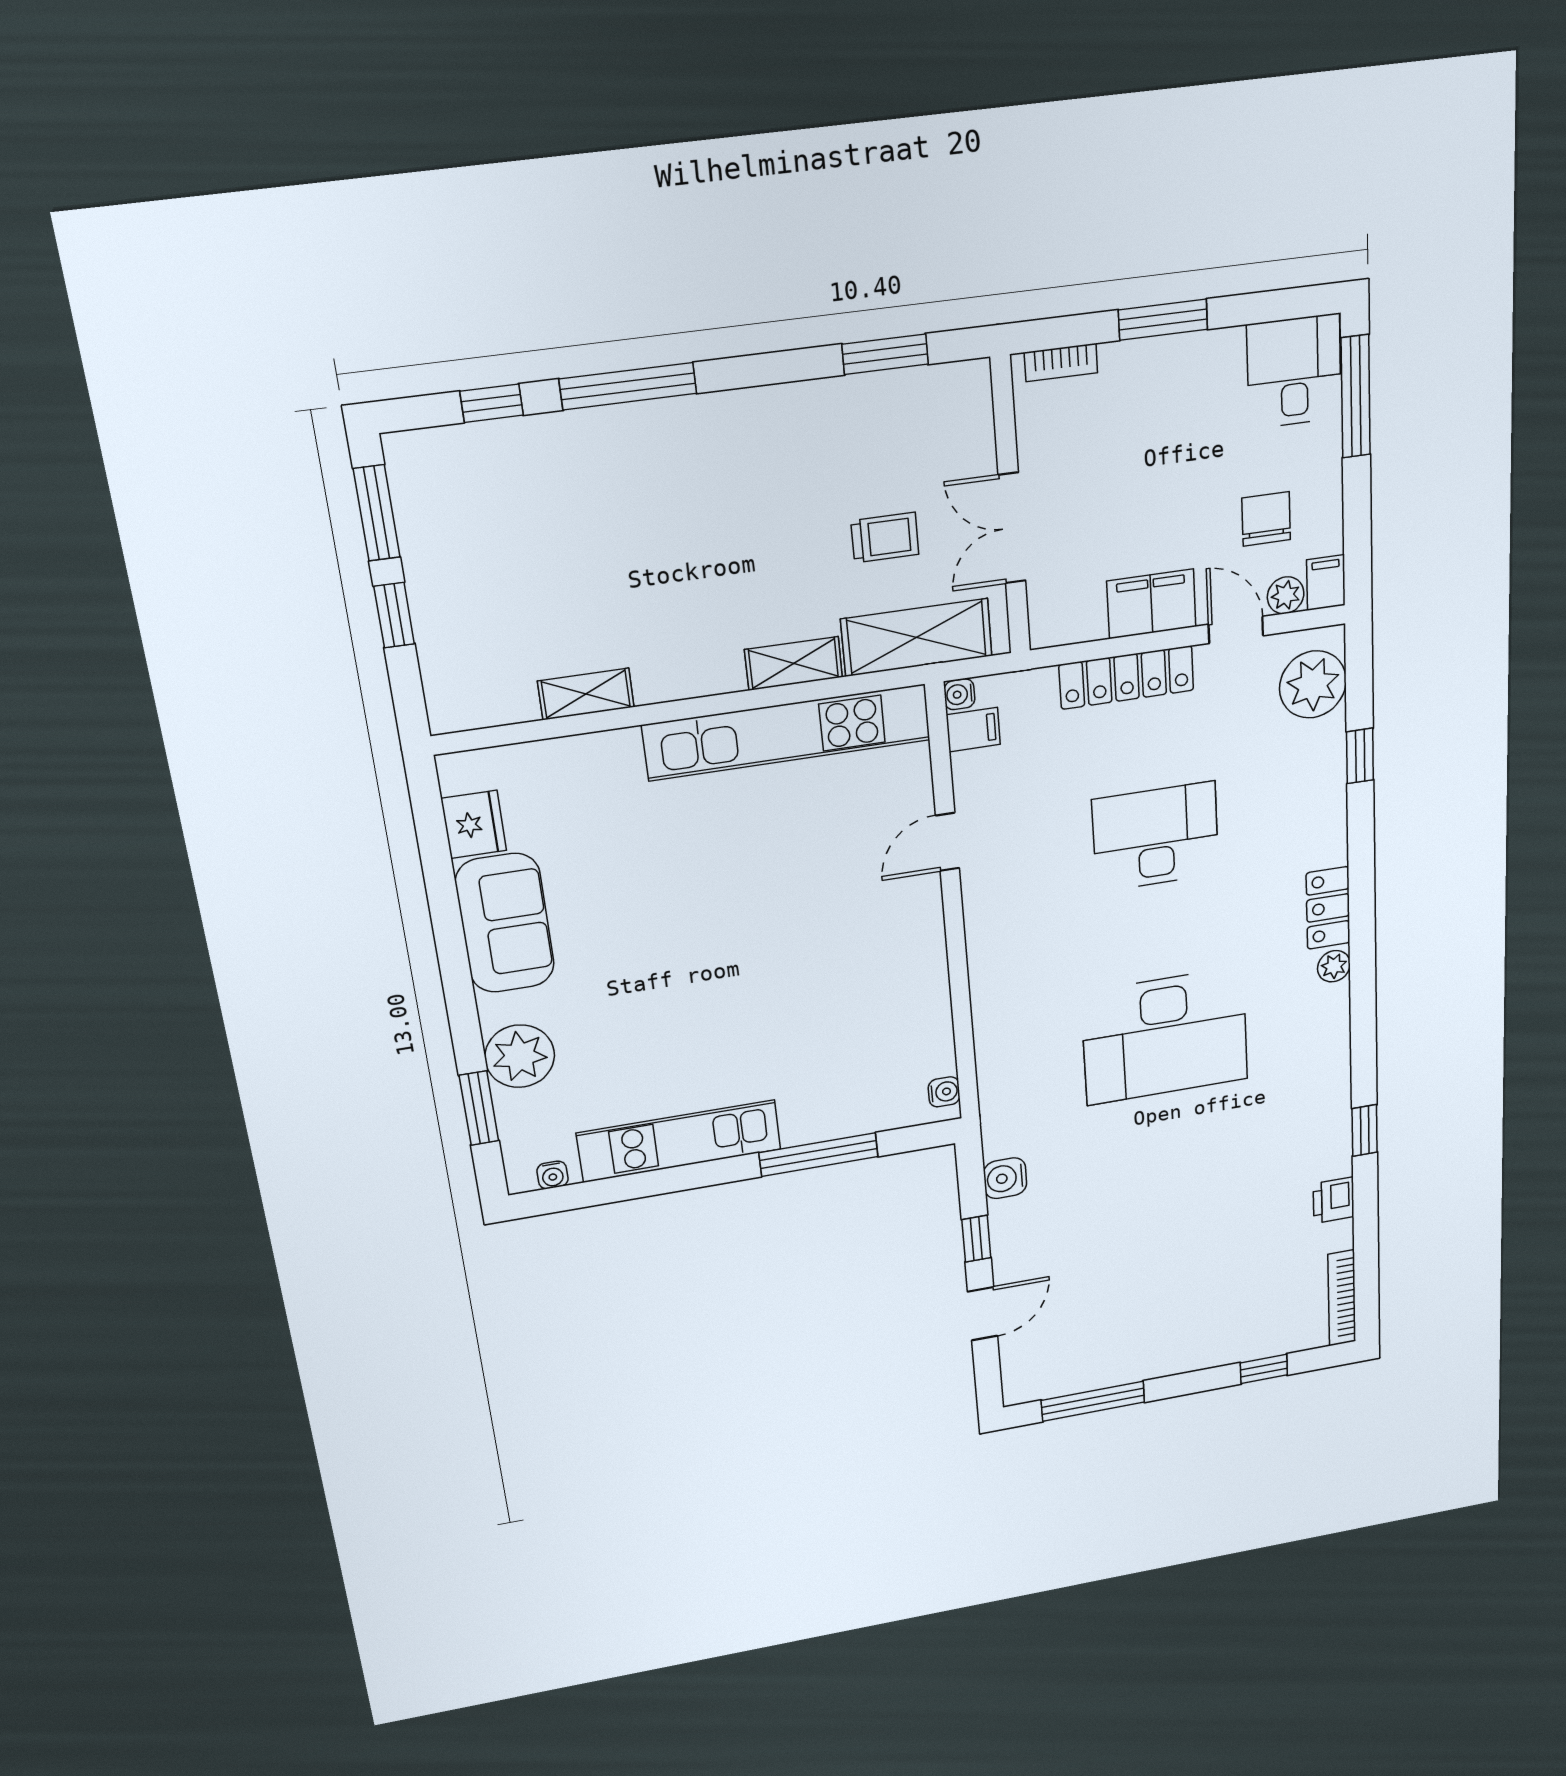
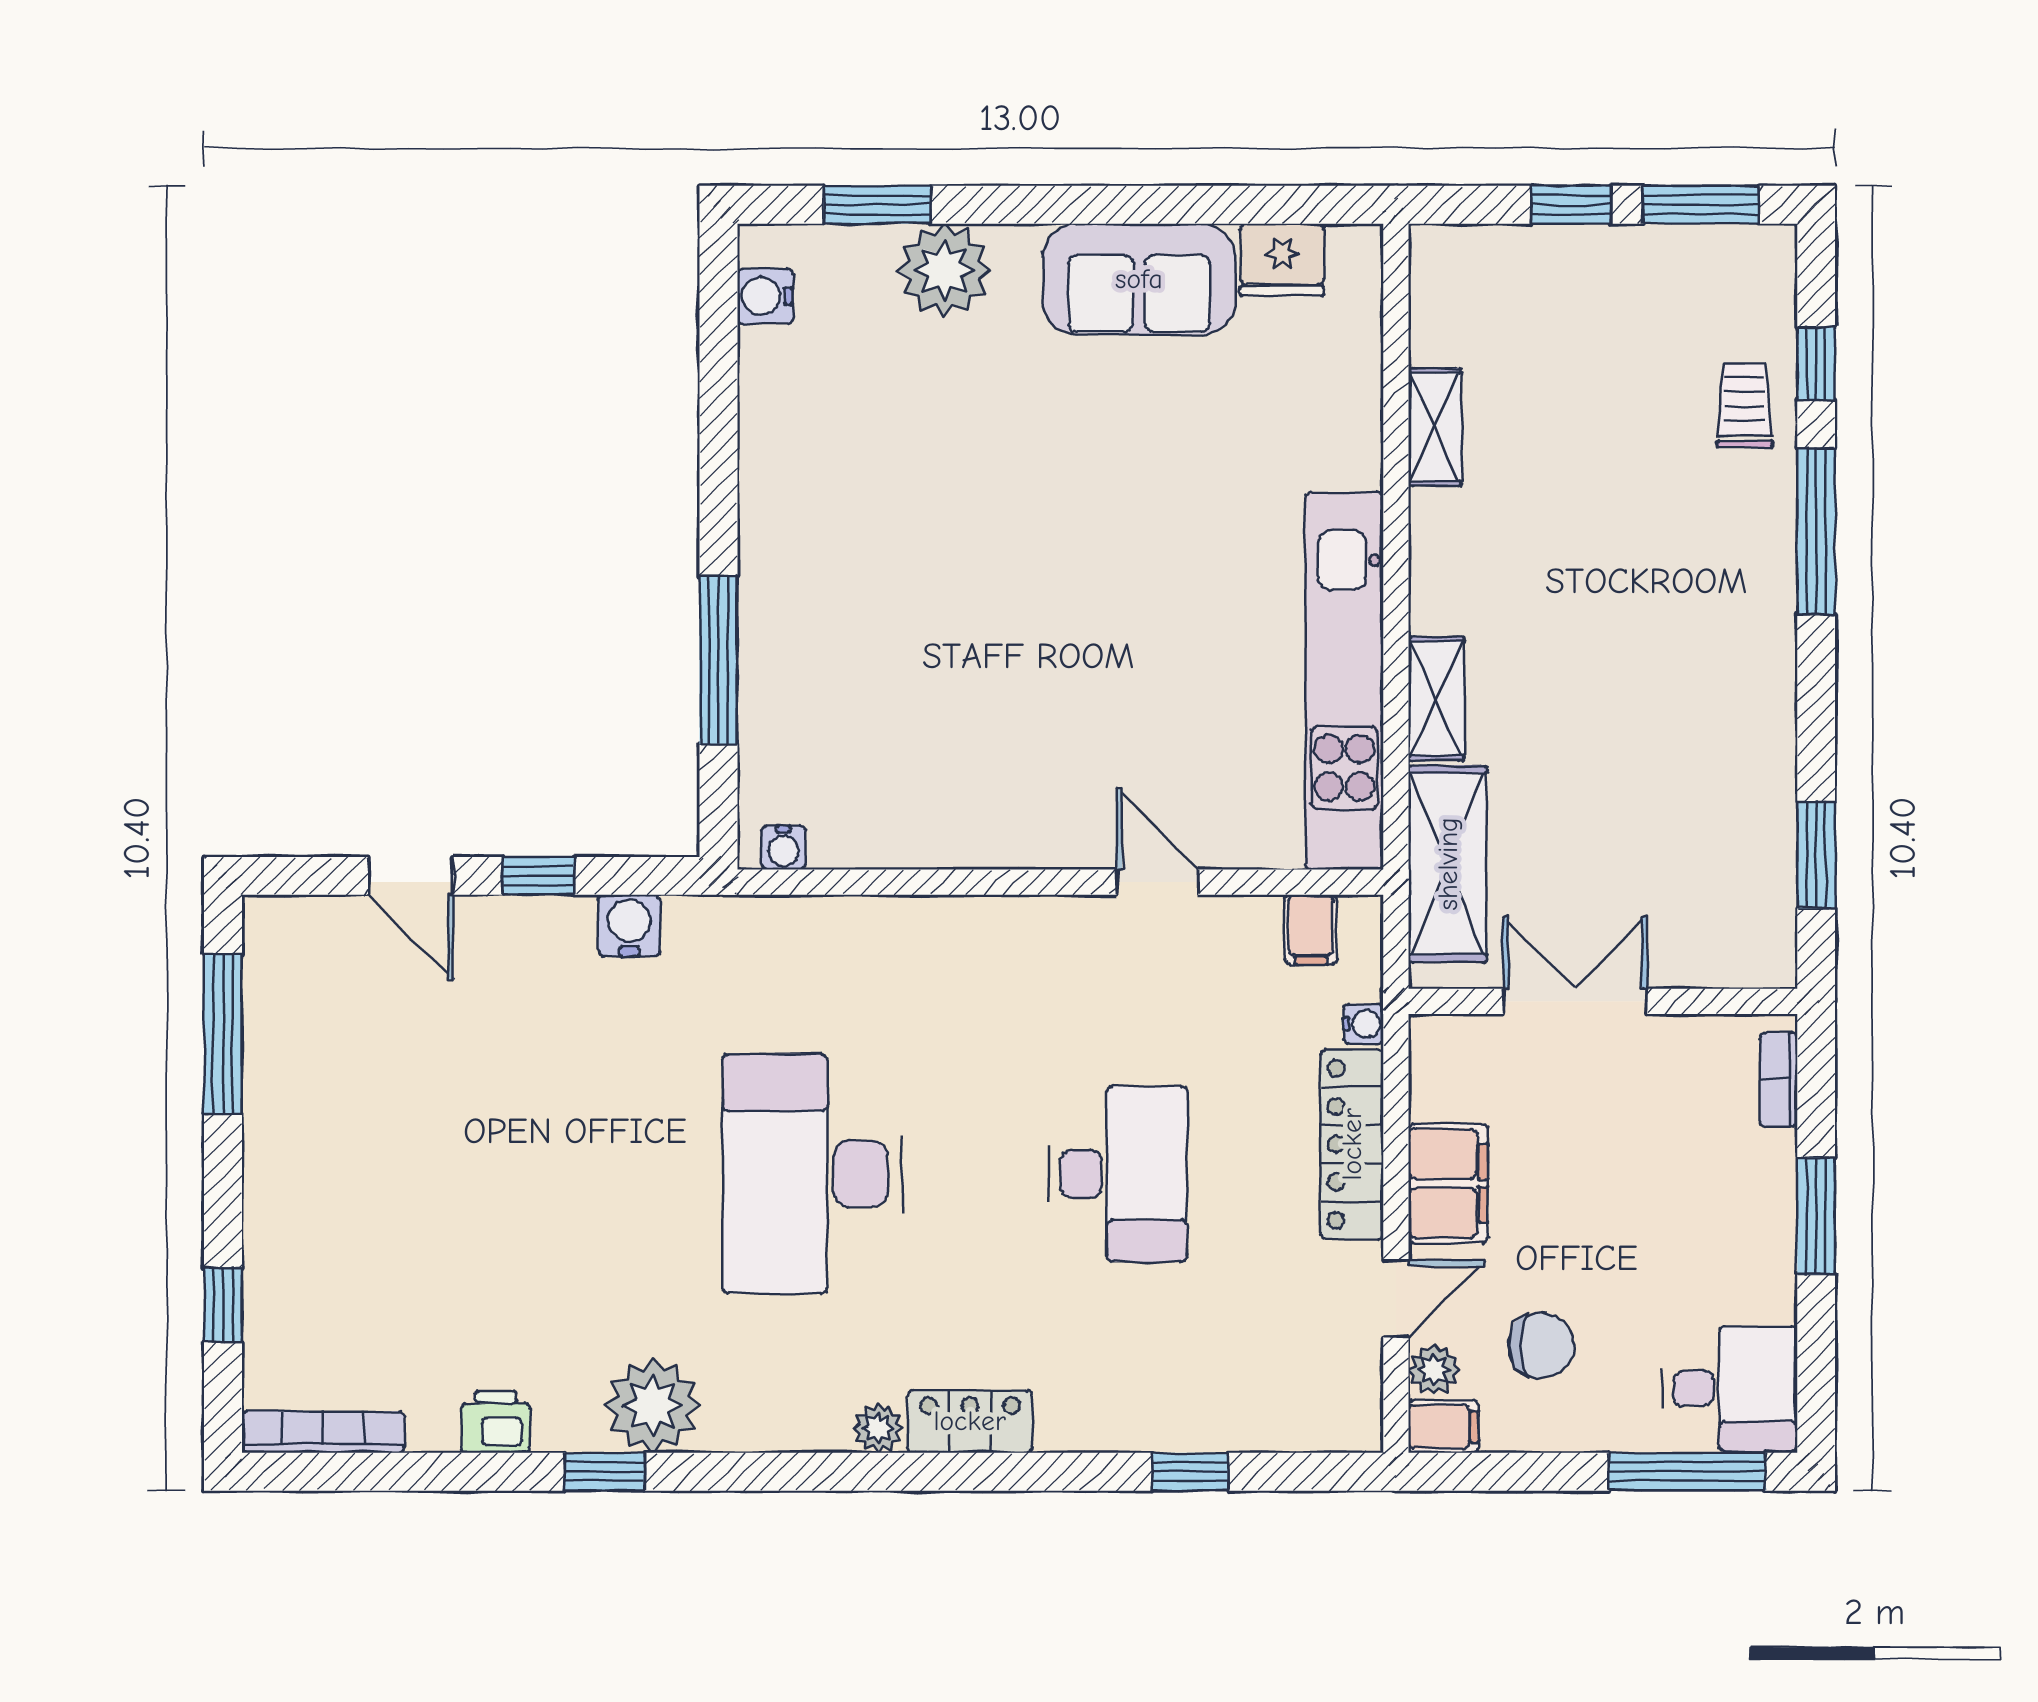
trolley: (885, 538) -> (1745, 405), moved, turned 180
plant: (1313, 684) -> (653, 1405), moved
water cooler: (959, 694) -> (1363, 1024), moved, turned 90
kitchen unit: (679, 1141) -> (776, 468), removed
water cooler: (553, 1175) -> (765, 296), width x1.38, depth x1.38

